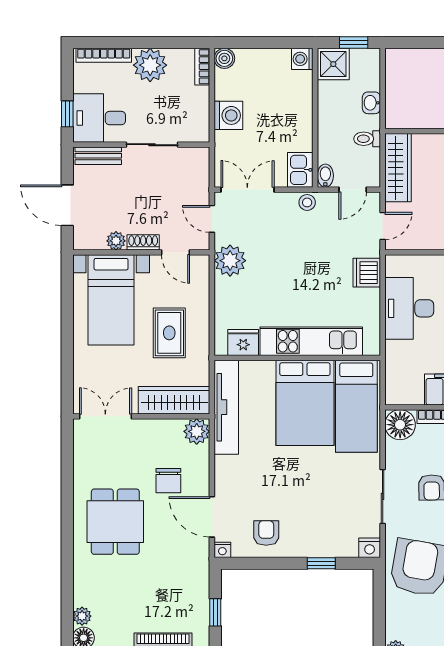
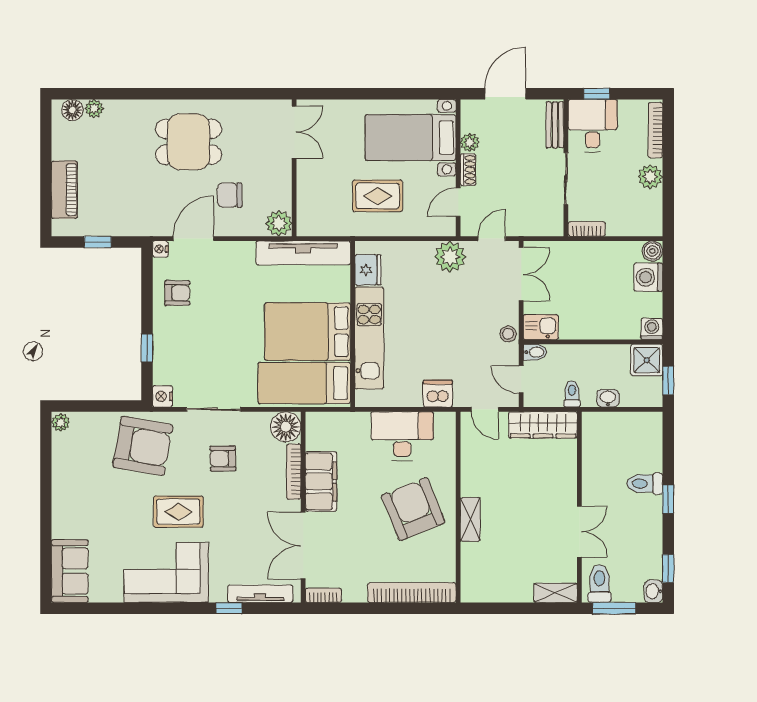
plant: (150, 65) -> (650, 177), width x0.73, depth x0.73
bookcase: (202, 67) -> (587, 229), moved
washing machine: (228, 115) -> (648, 277), moved, turned 90
wardrobe: (174, 400) -> (310, 201), removed

